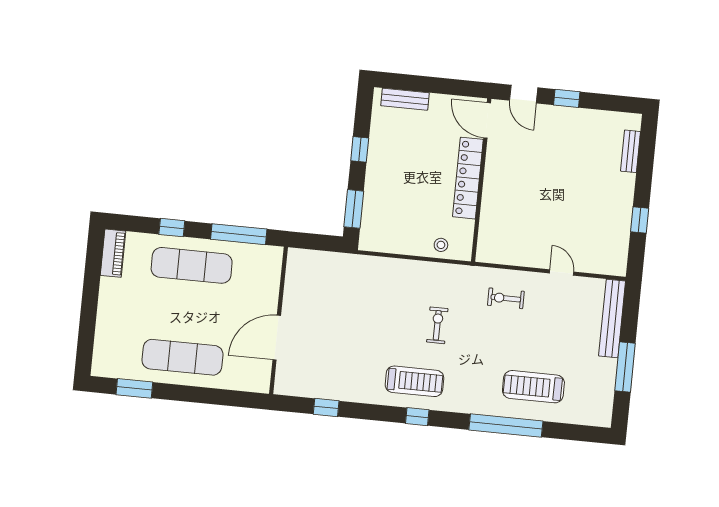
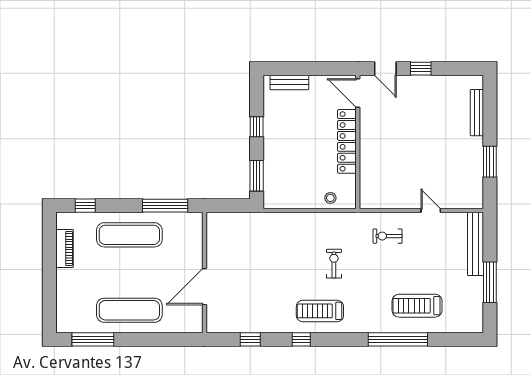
bench: (631, 151) -> (477, 113), width x1.36
window: (640, 220) -> (490, 162), width x1.50
window: (172, 228) -> (85, 206), moved
piano: (113, 253) -> (65, 249), moved
treadmill: (414, 381) -> (320, 311), turned 180
window: (134, 388) -> (93, 339), width x1.44
window: (417, 417) -> (301, 339), moved

